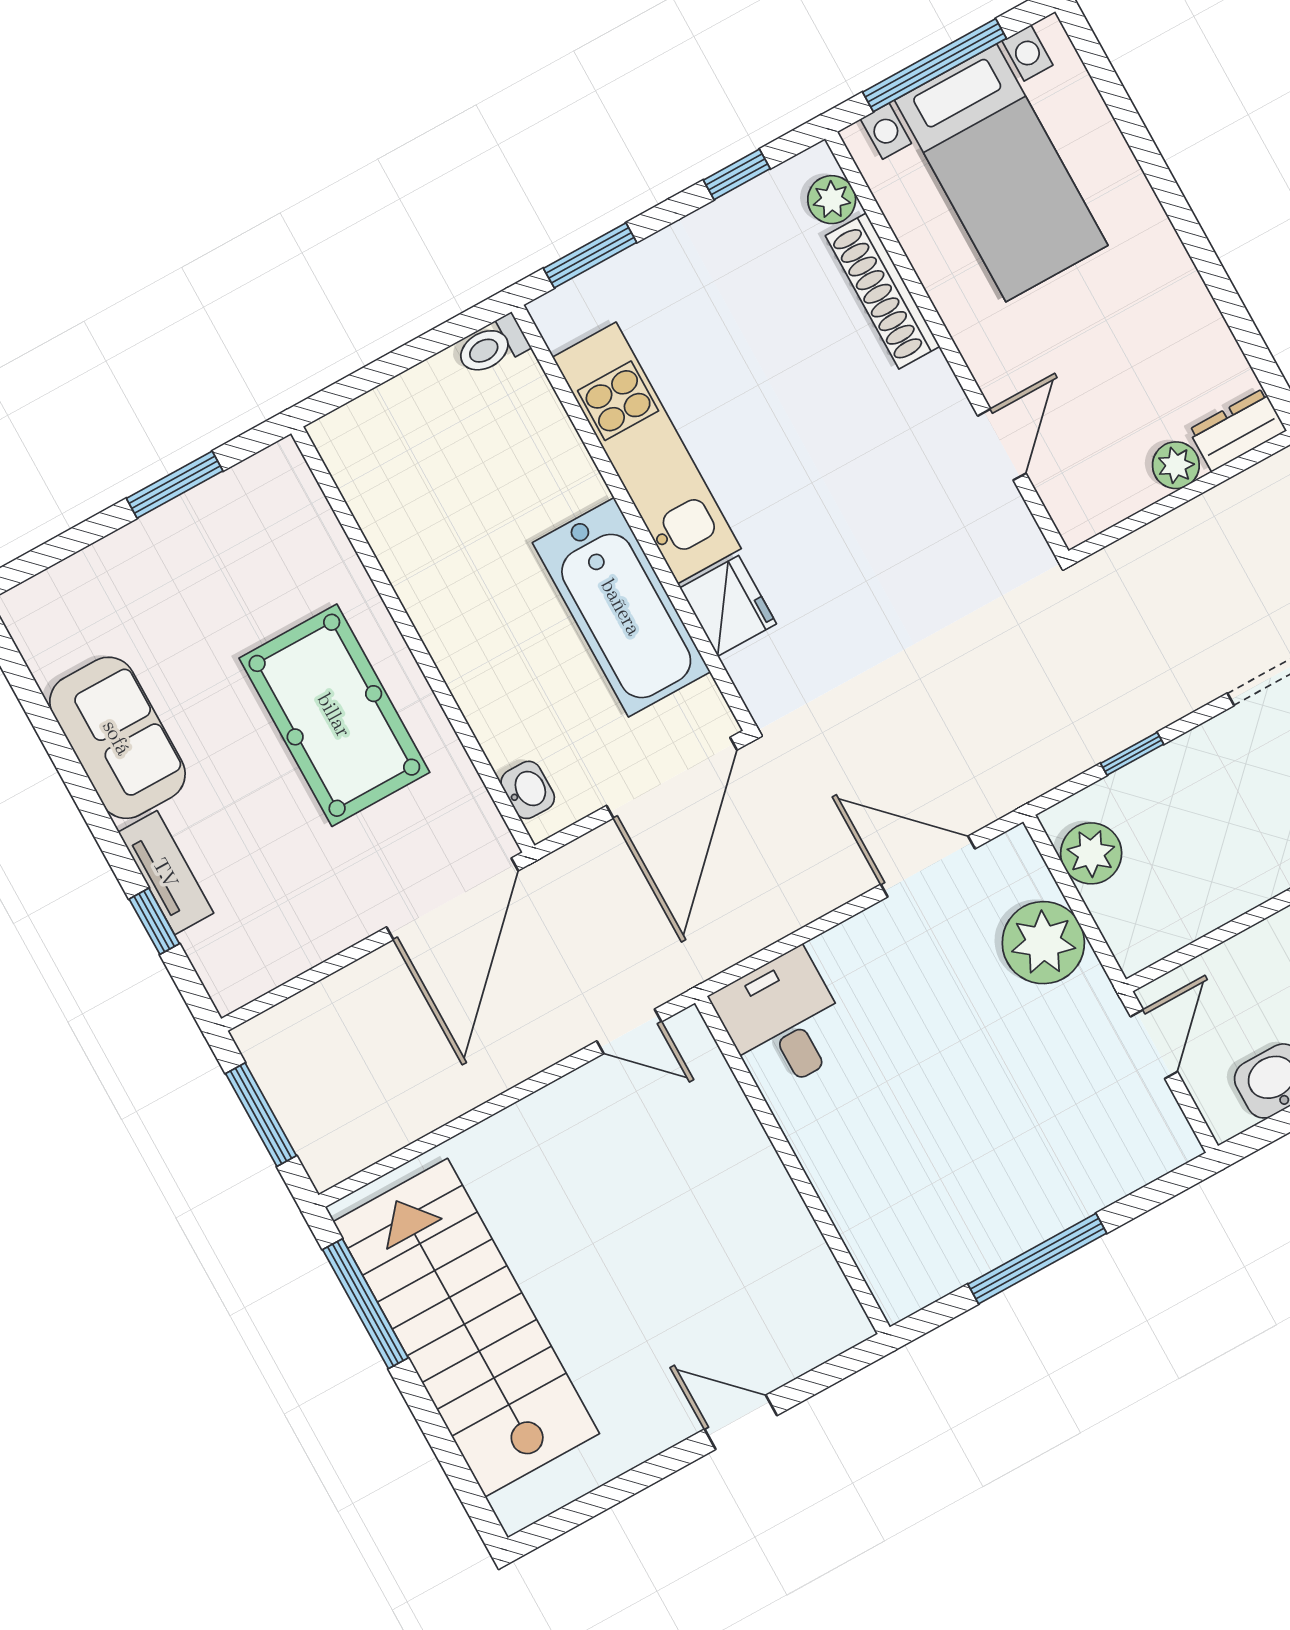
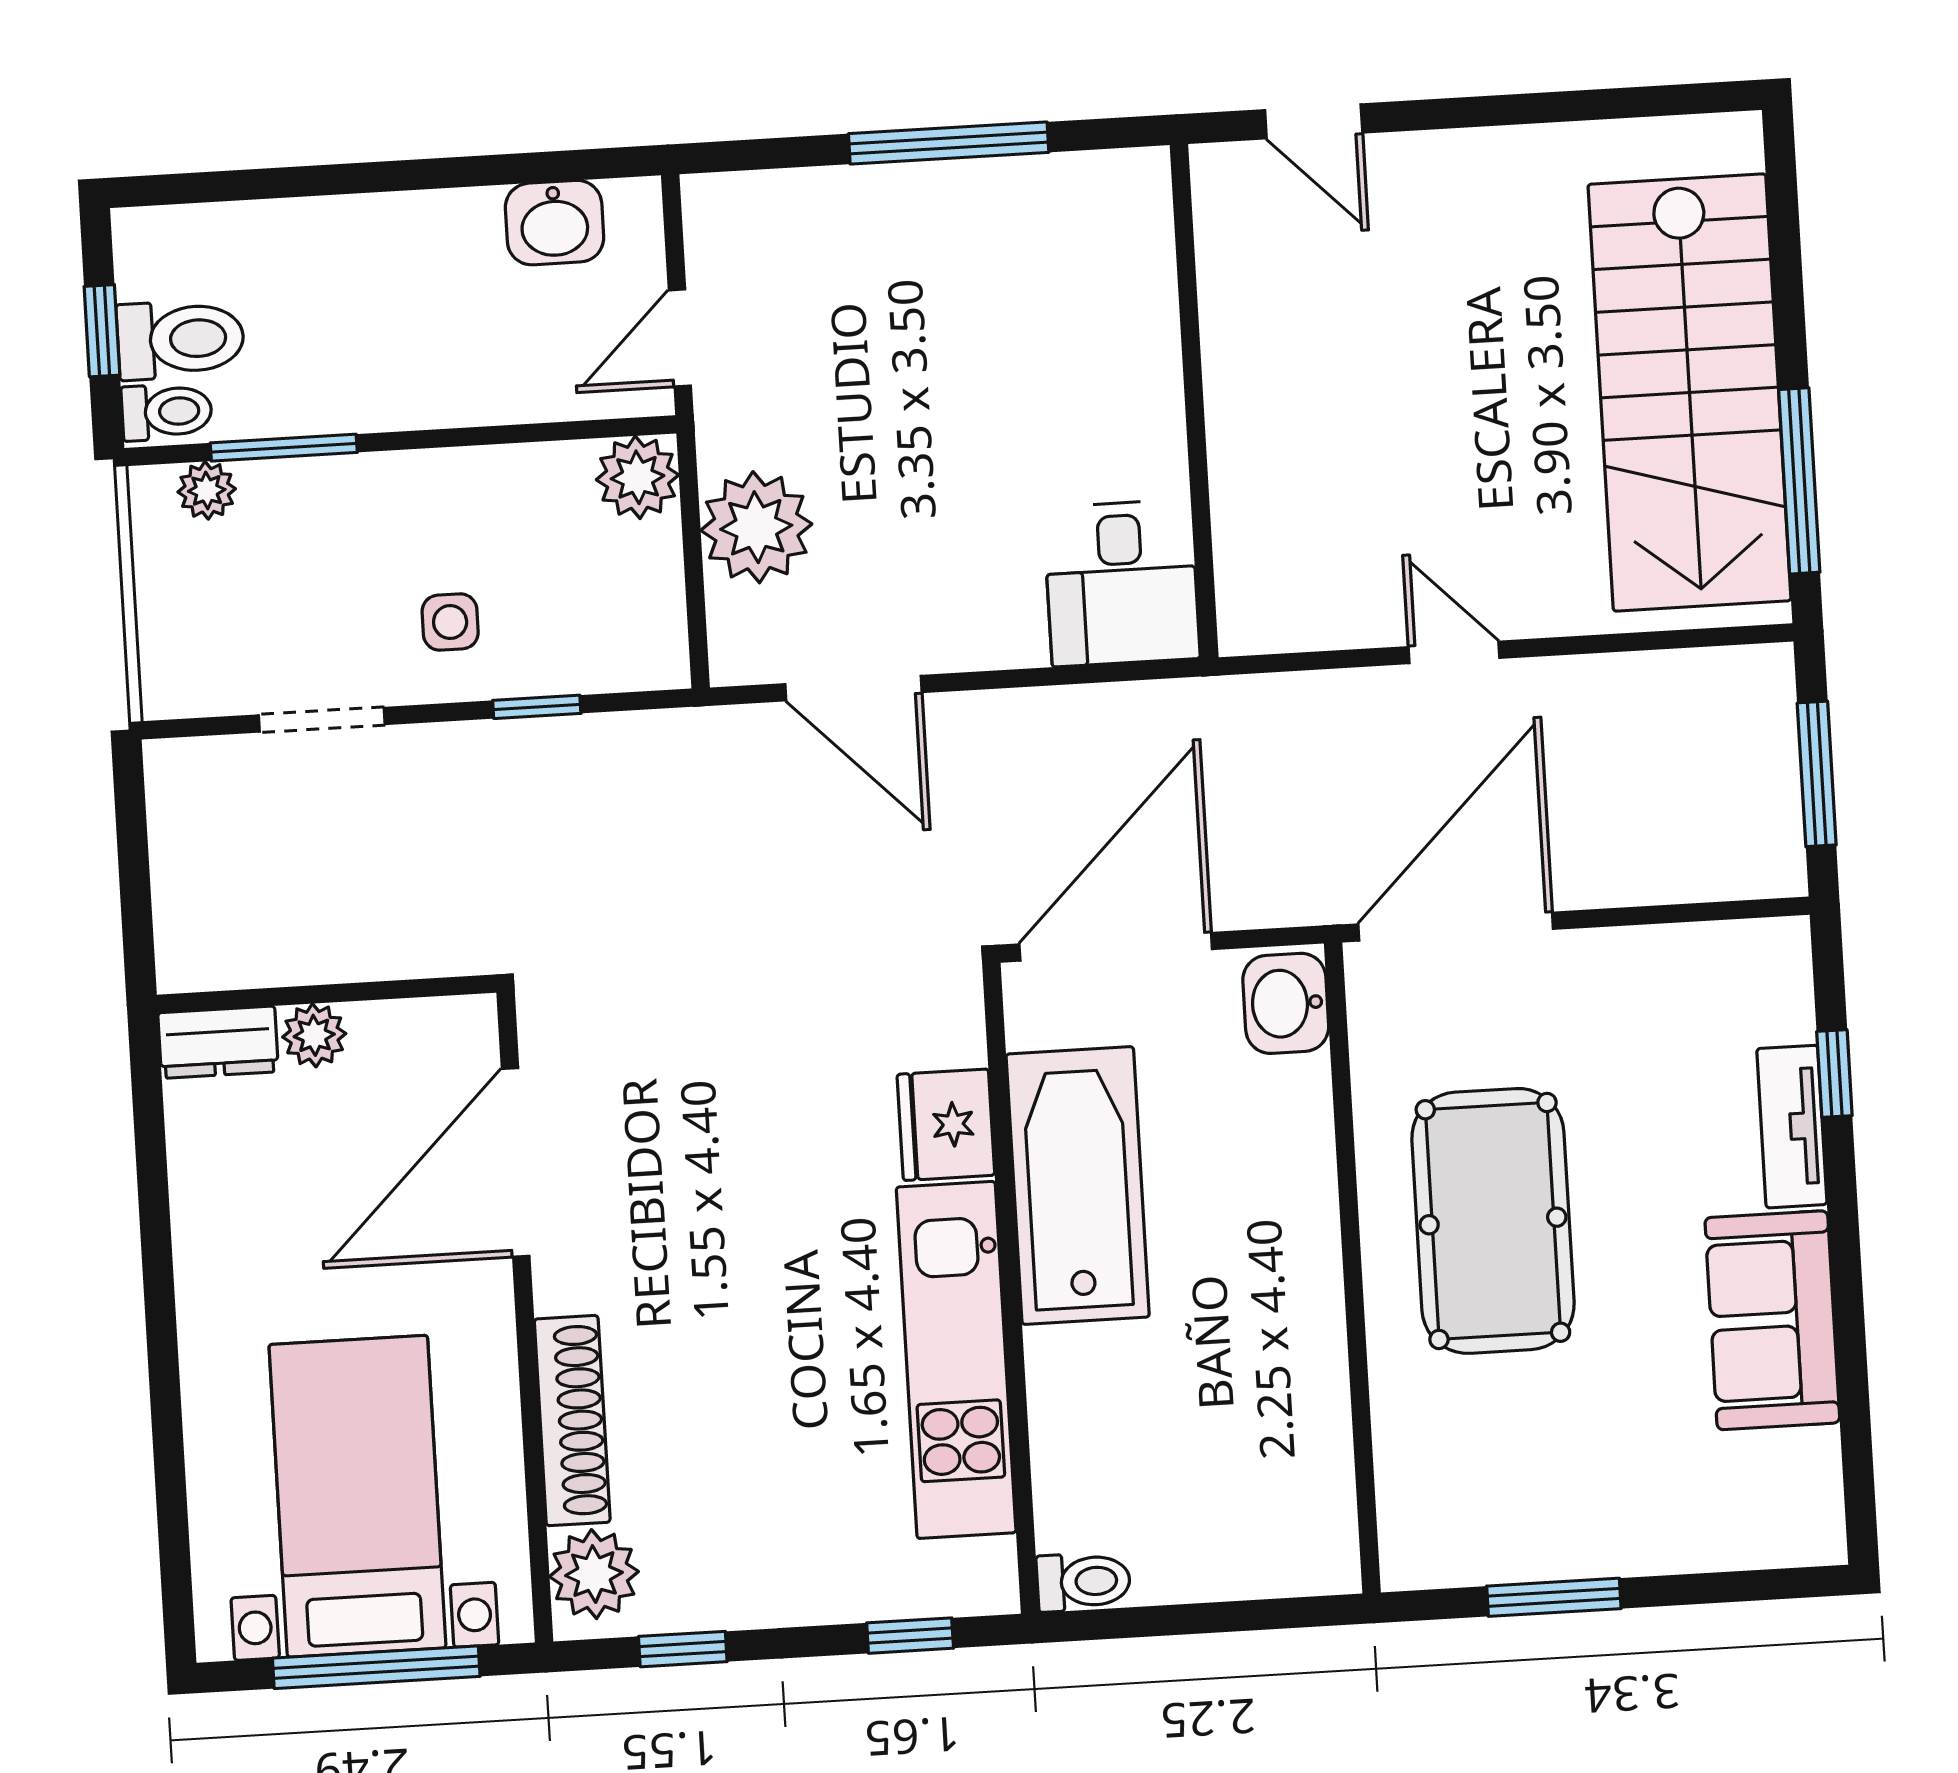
plant: (832, 200) -> (594, 1574), width x1.38, depth x1.38
window: (590, 255) -> (910, 1636), width x0.67
door: (1002, 445) -> (516, 1162), width x1.87
side table: (1217, 783) -> (450, 622), added
washbasin: (528, 790) -> (1286, 1003), width x1.38, depth x1.45
plant: (1091, 853) -> (638, 477), moved
door: (629, 1031) -> (1454, 652), moved
door: (741, 1422) -> (1314, 121), moved

